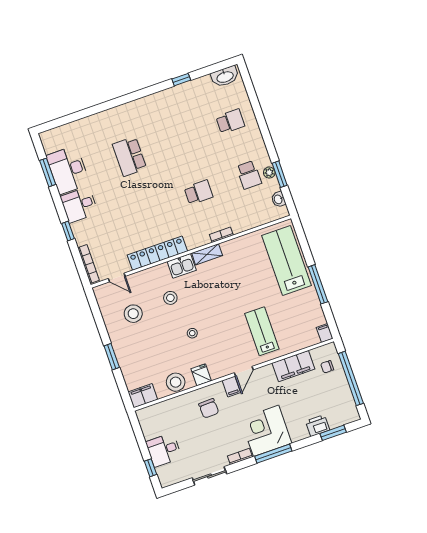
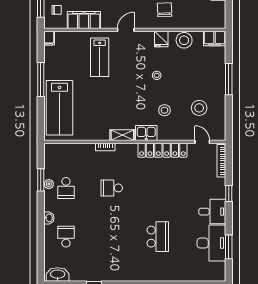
school desk: (230, 121) -> (66, 237), turned 90
school desk: (249, 175) -> (66, 188), turned 180
washbasin: (278, 199) -> (49, 218), moved
window: (112, 357) -> (229, 79), width x1.44
filing cabinet: (231, 386) -> (140, 21), removed

